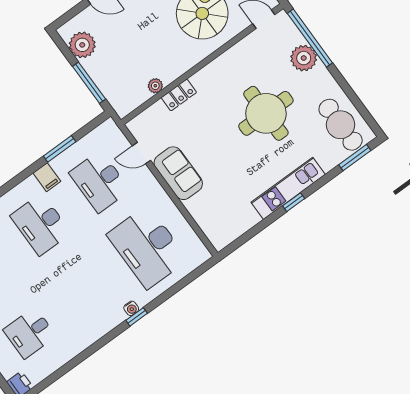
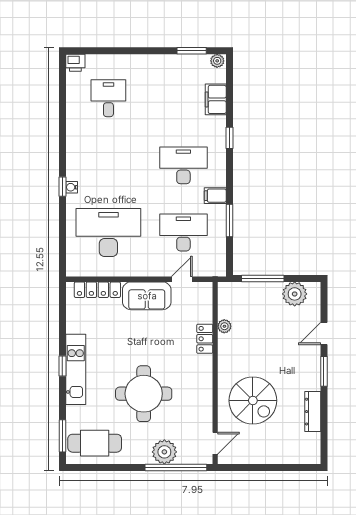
locker: (204, 220) -> (97, 290), added

